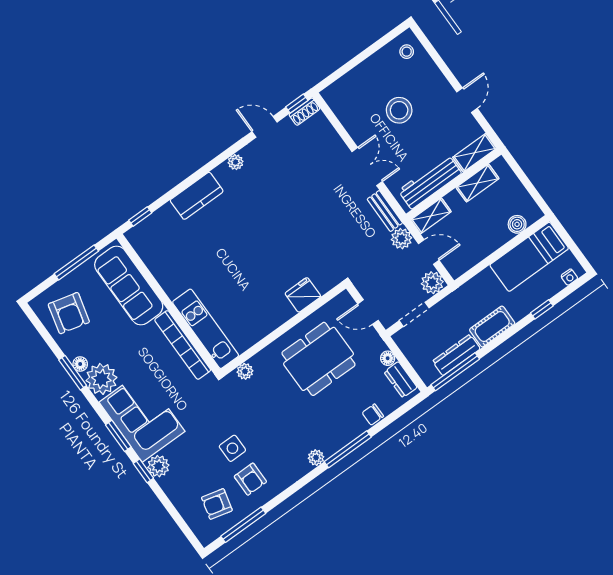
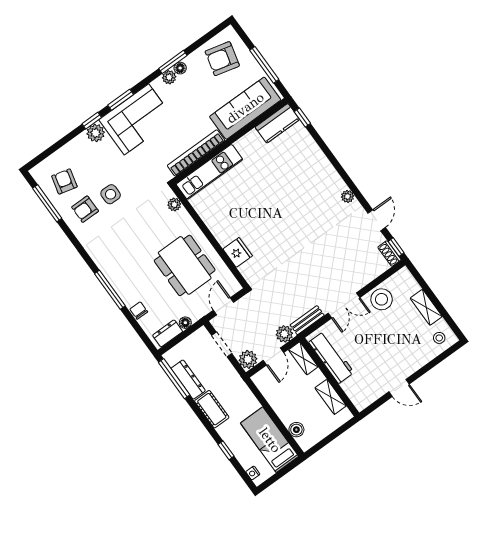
stool: (399, 110) -> (382, 299), moved
shelving: (475, 153) -> (426, 307), moved
kitchen counter: (197, 196) -> (277, 123), moved, turned -90
plant: (101, 379) -> (169, 77), width x0.53, depth x0.53
plant: (316, 458) -> (103, 263), removed

